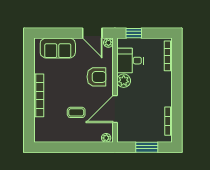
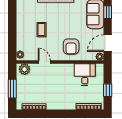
window: (55, 33) -> (108, 12), added
window: (134, 33) -> (108, 90), moved
plant: (124, 81) -> (25, 69), moved
door: (115, 109) -> (44, 62), width x0.53

